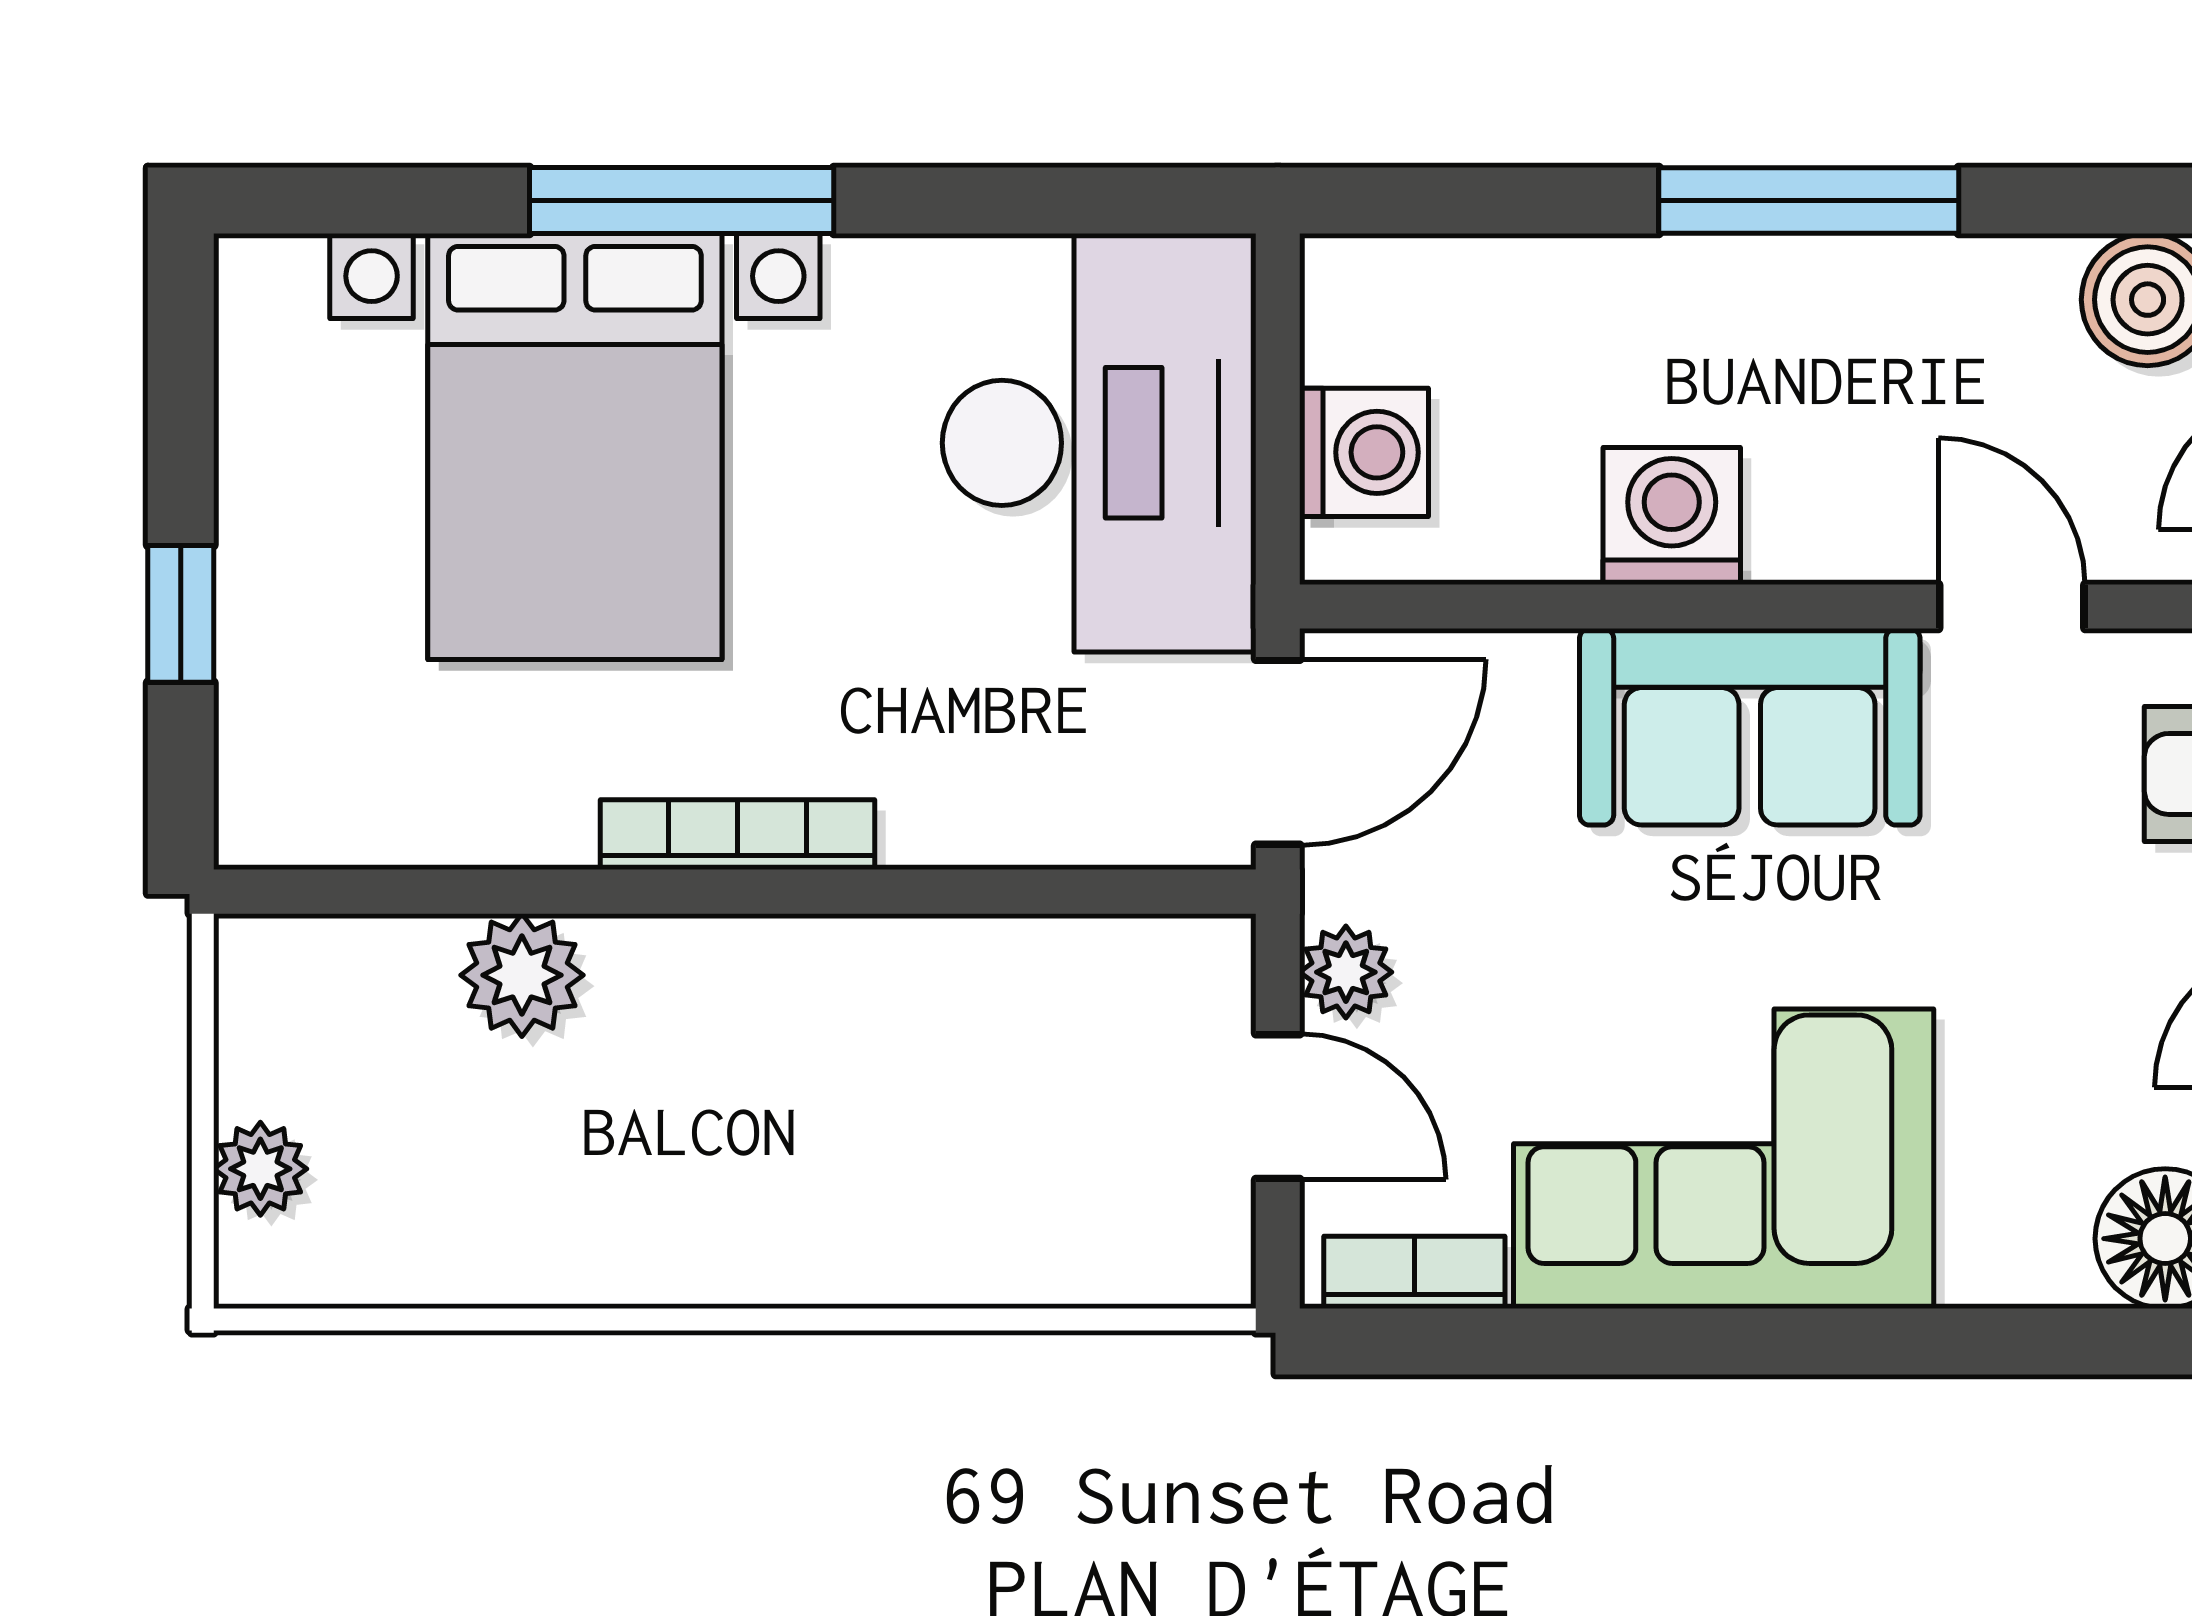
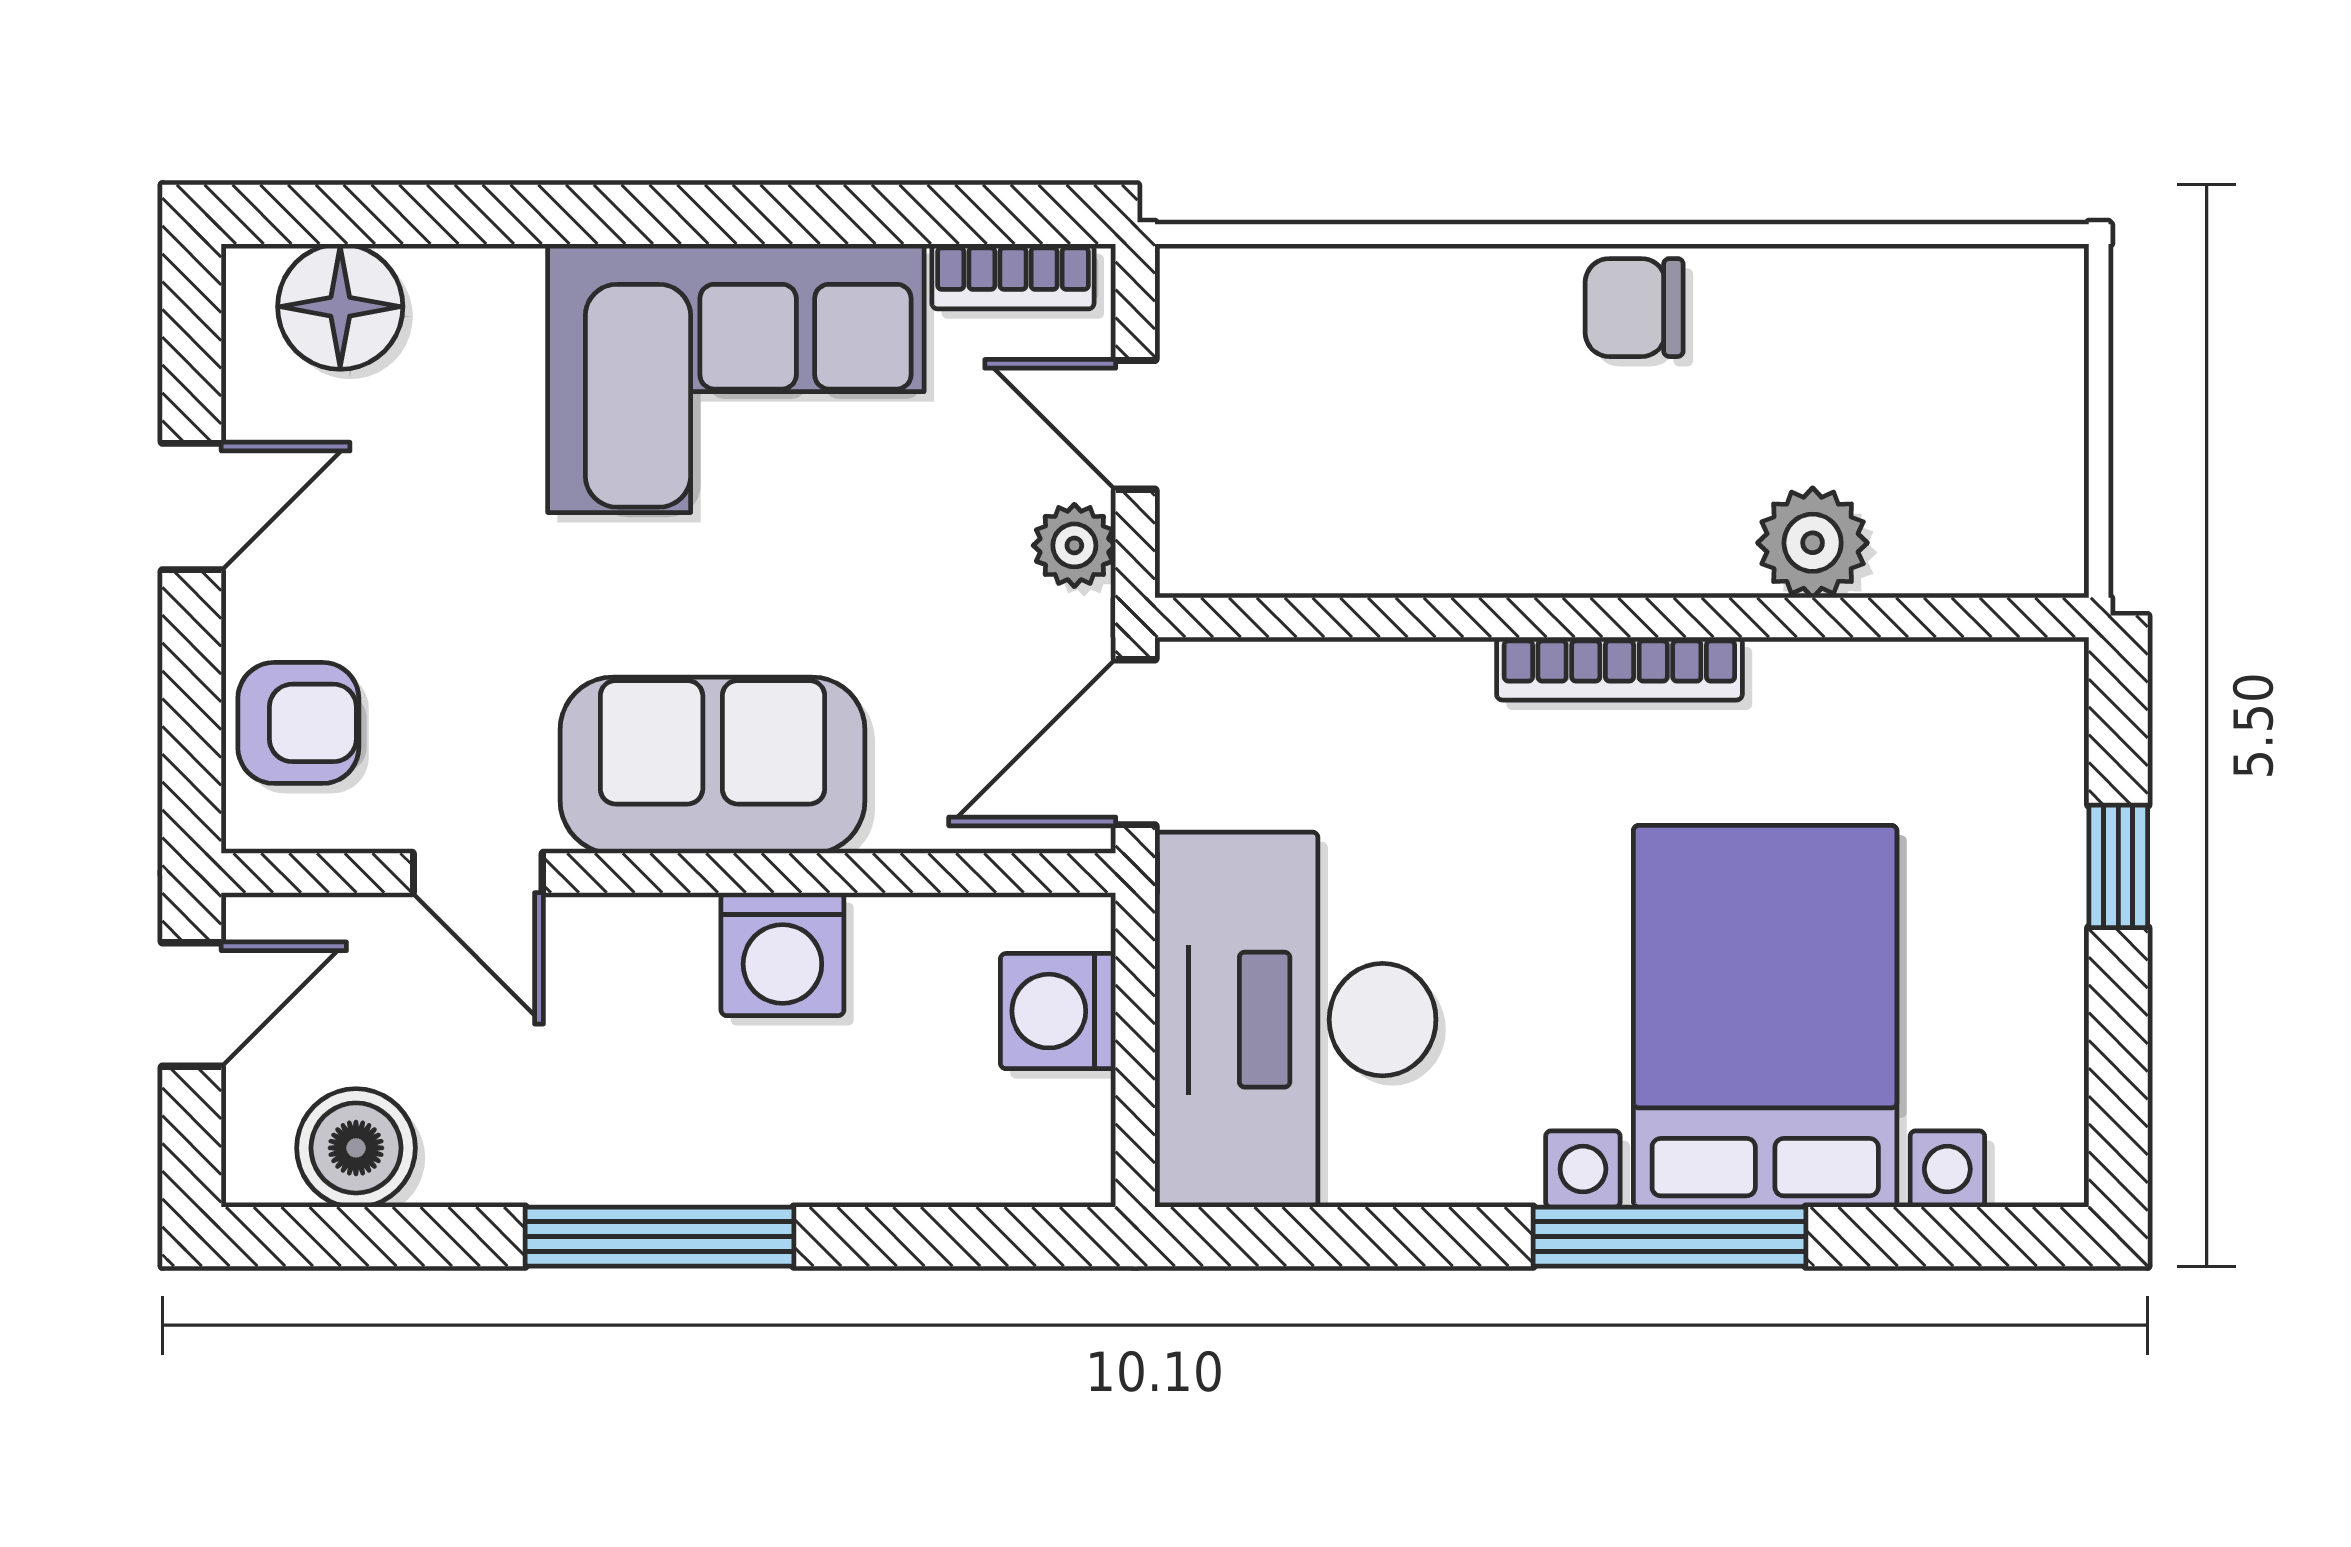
plant: (260, 1169) -> (2047, 369), removed
chair: (721, 1238) -> (1634, 308), added

